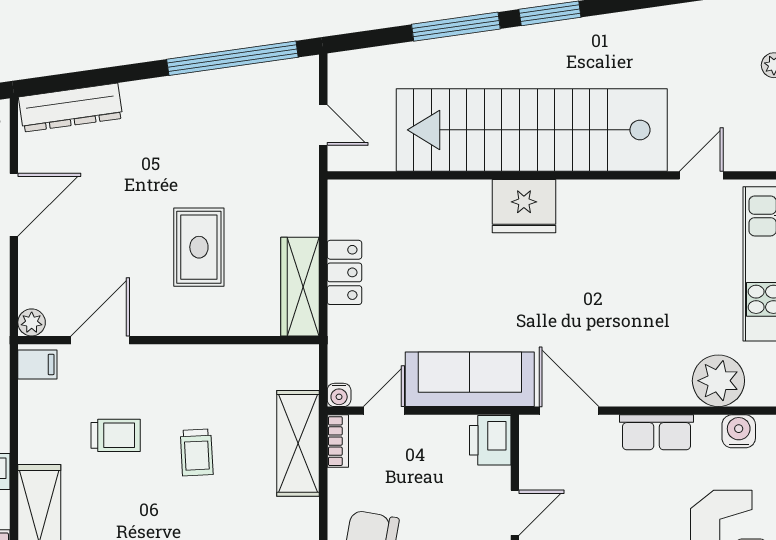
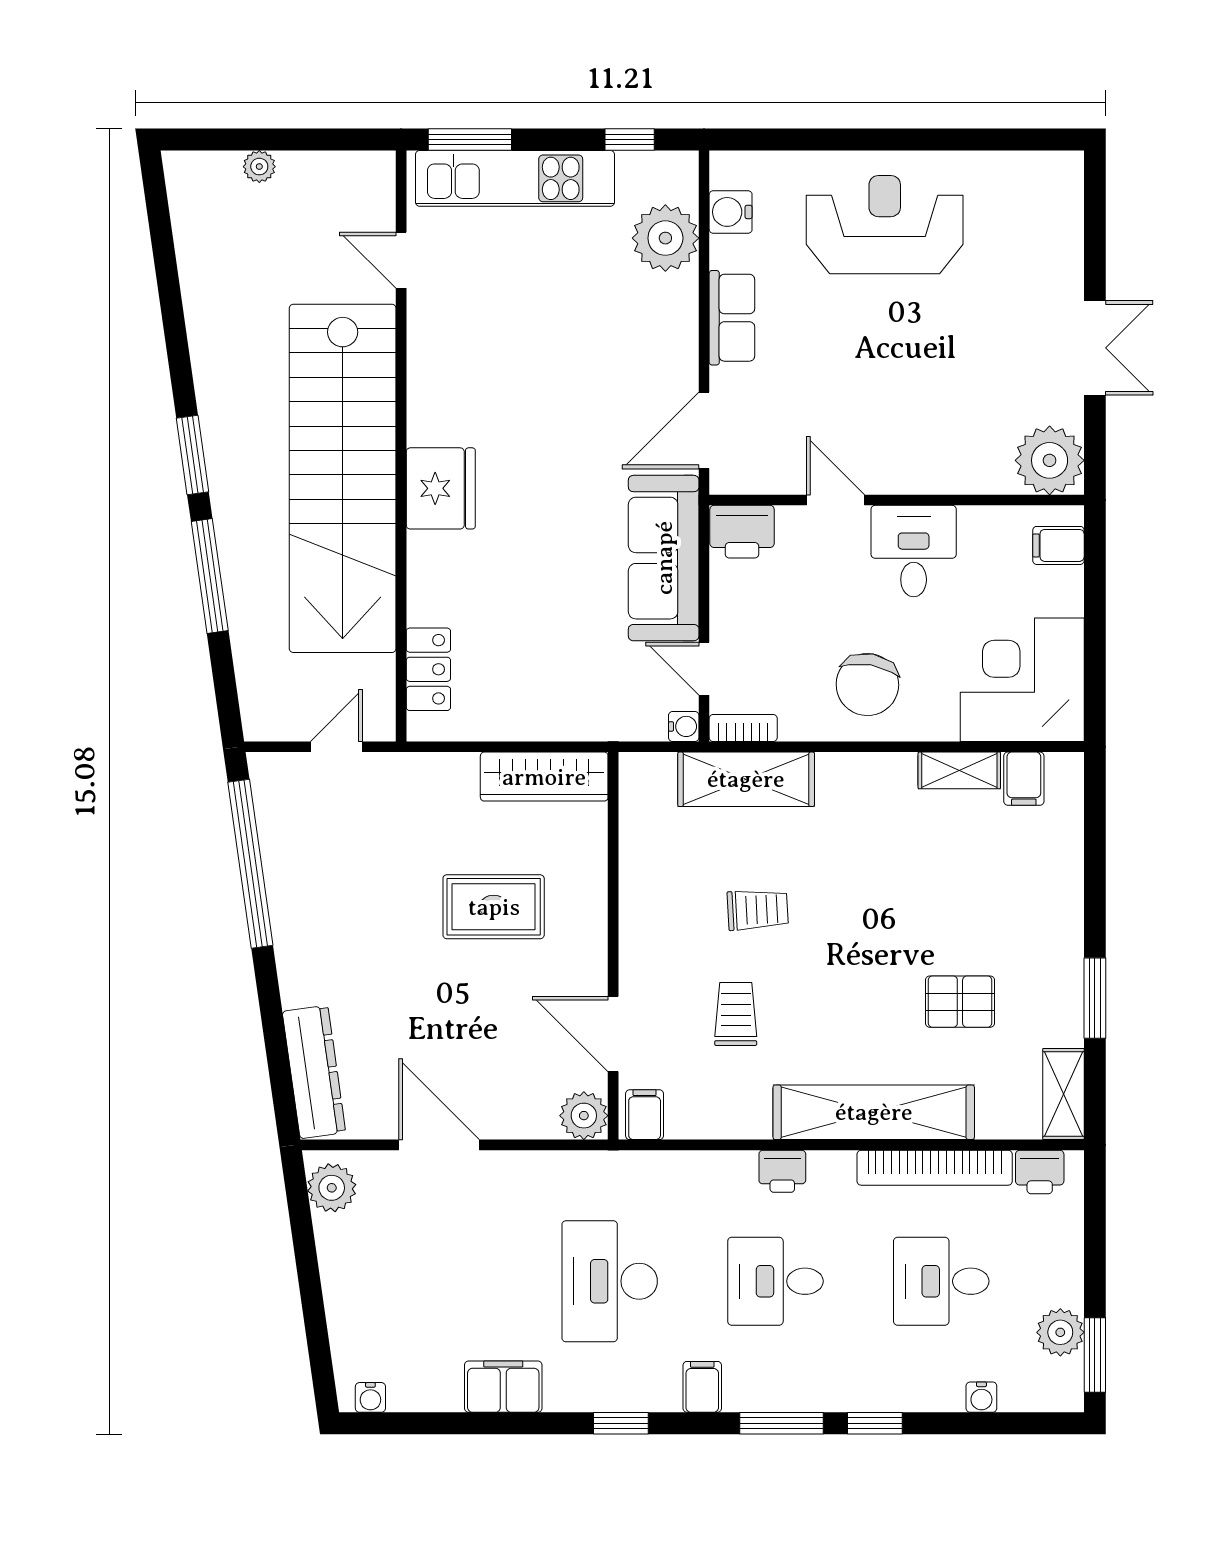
locker: (344, 272) -> (428, 669), moved, turned 90
plant: (32, 322) -> (584, 1116), width x1.38, depth x1.38

